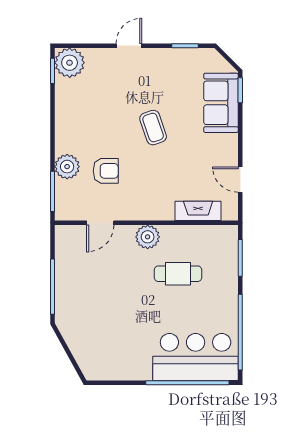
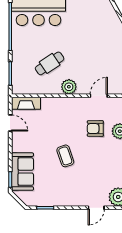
door: (129, 46) -> (96, 208), moved
fireplace: (198, 211) -> (26, 103), moved
cafe table: (178, 274) -> (50, 63), turned -34

